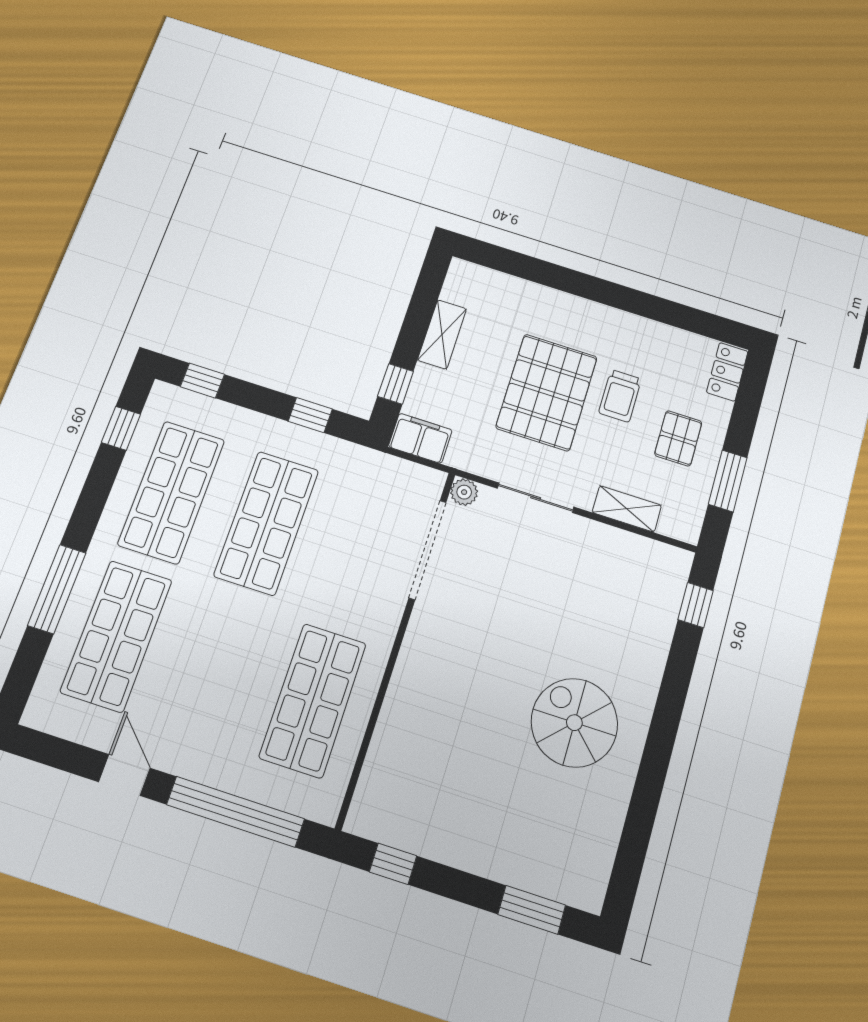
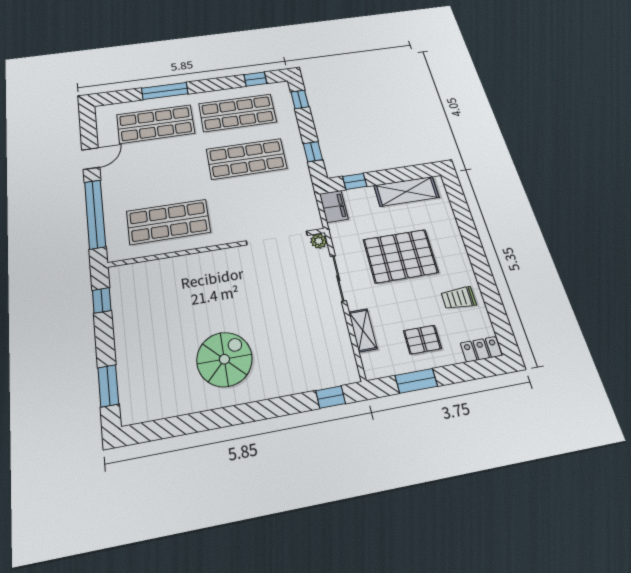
shelving: (442, 334) -> (407, 191), width x1.50, depth x1.33
trolley: (620, 396) -> (459, 298), moved

